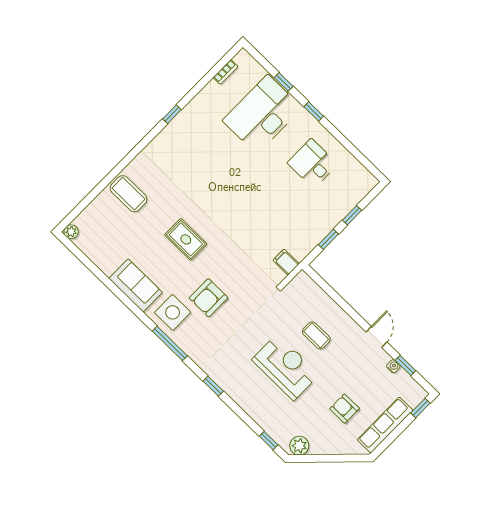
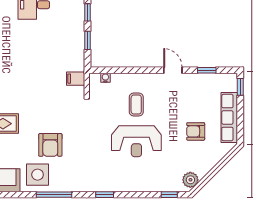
coffee table: (316, 335) -> (136, 104), turned 90
water cooler: (393, 366) -> (105, 78), moved
reception desk: (286, 367) -> (136, 141), turned 180

